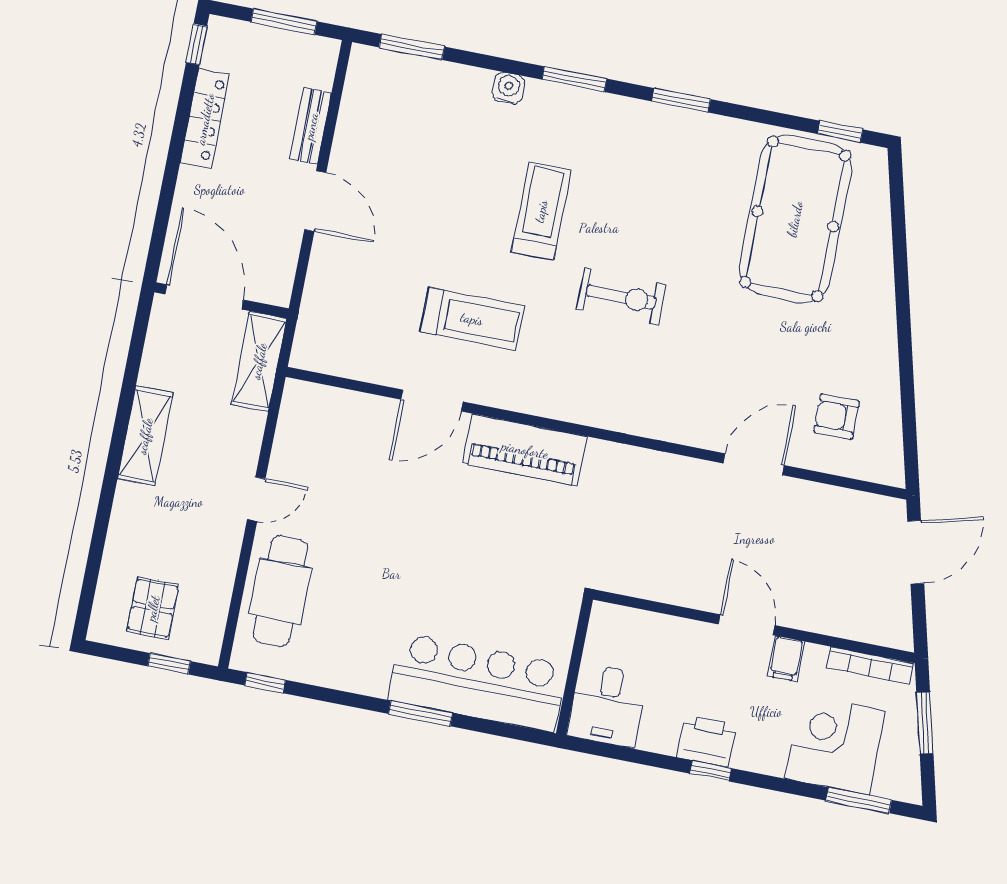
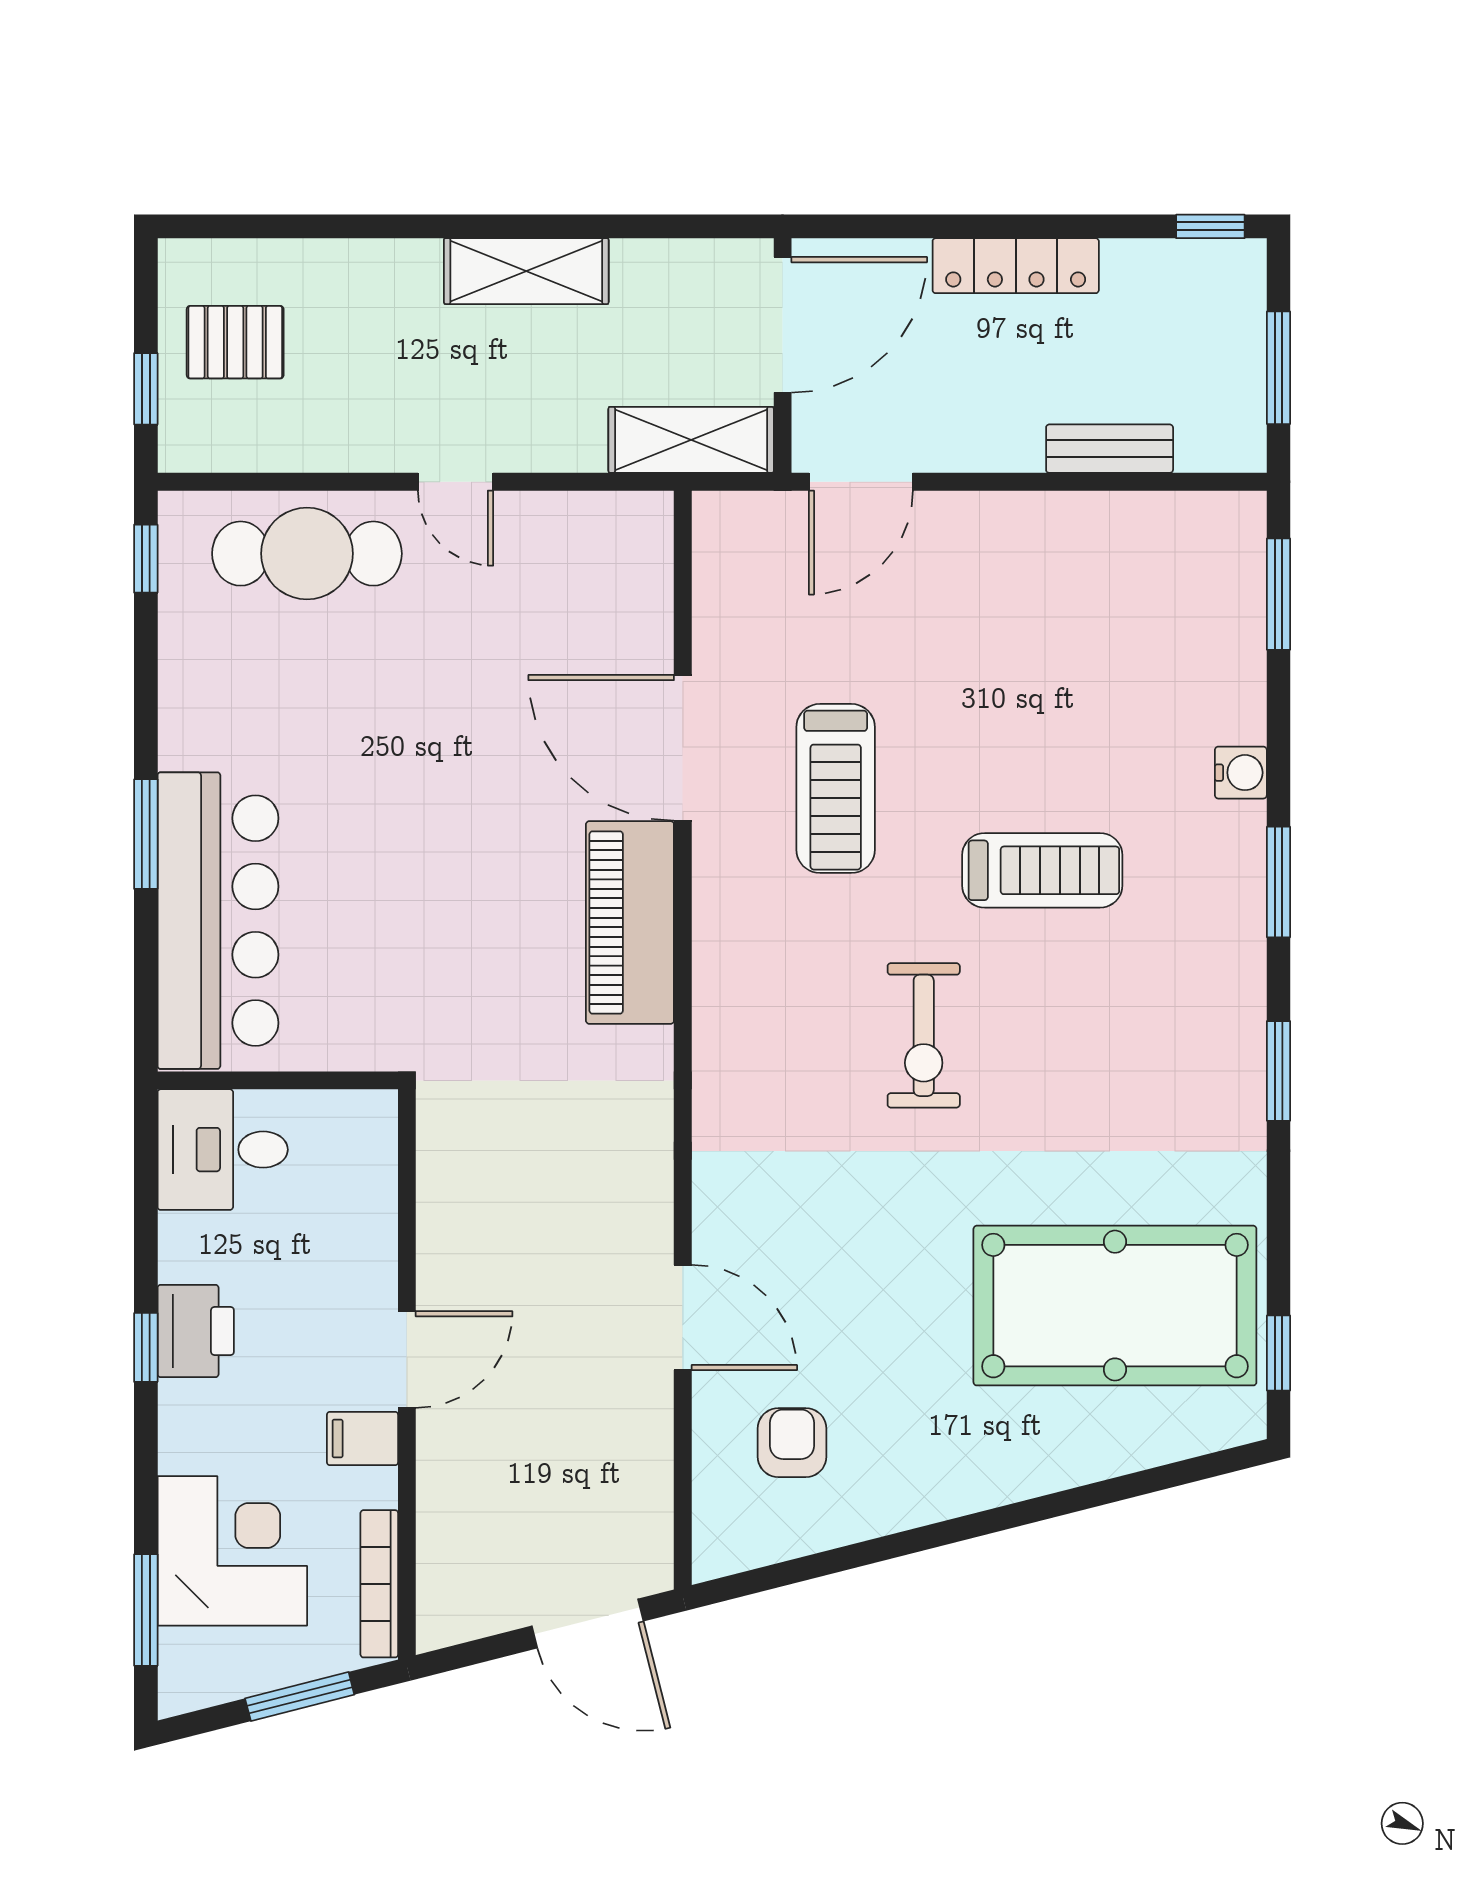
locker: (205, 119) -> (1016, 266), moved
door: (315, 201) -> (861, 482), moved
door: (432, 401) -> (683, 748), width x1.36

